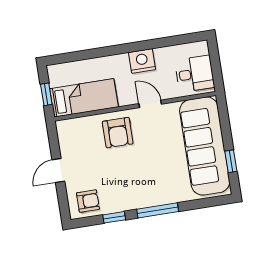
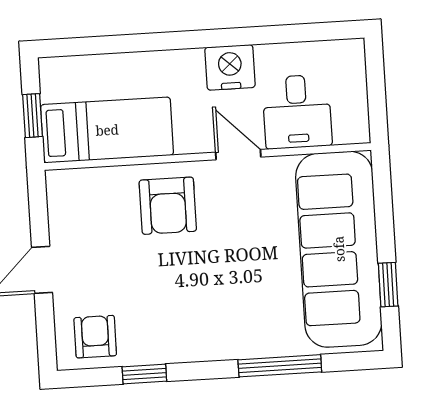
desk: (195, 74) -> (297, 112), moved, turned 90
armchair: (88, 201) -> (95, 337), turned -90
window: (158, 210) -> (280, 366), moved

